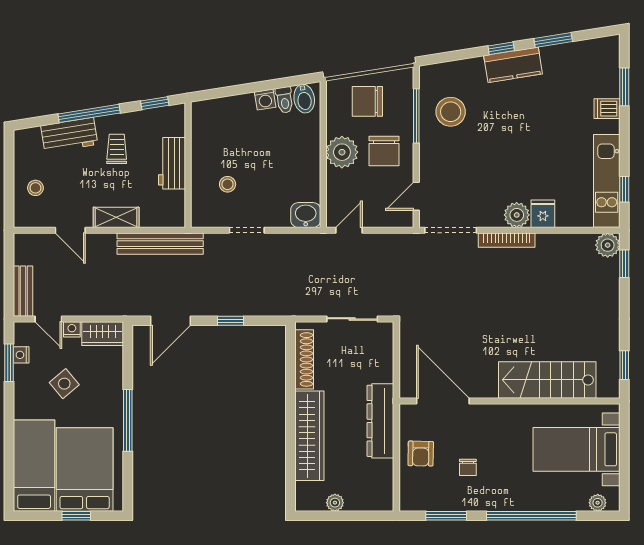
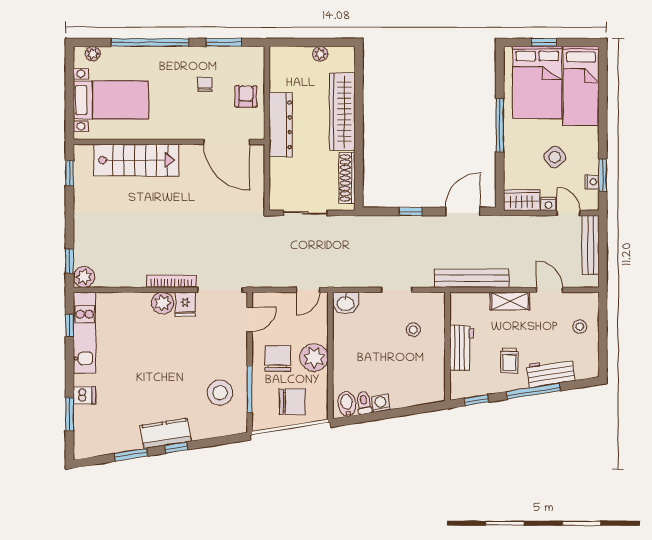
fridge: (543, 214) -> (185, 304), moved
bench: (23, 291) -> (591, 245), width x1.36

